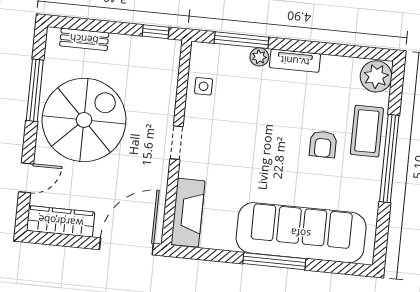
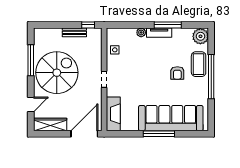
bench: (84, 39) -> (74, 32), moved
window: (241, 40) -> (168, 25), moved

